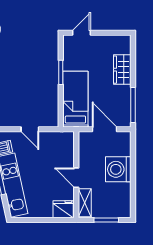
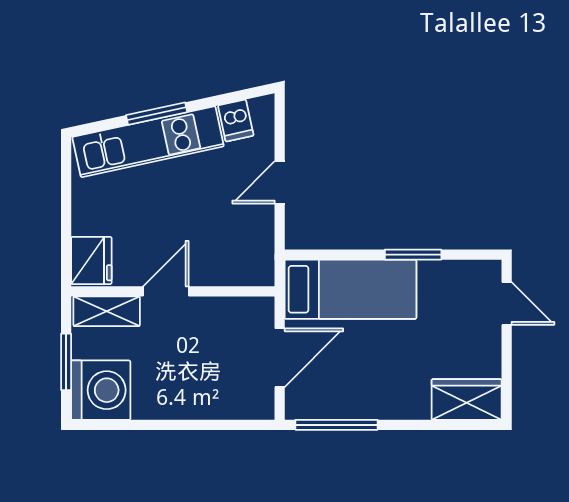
wardrobe: (122, 70) -> (467, 400), moved
washing machine: (118, 169) -> (101, 390), moved, turned 90

